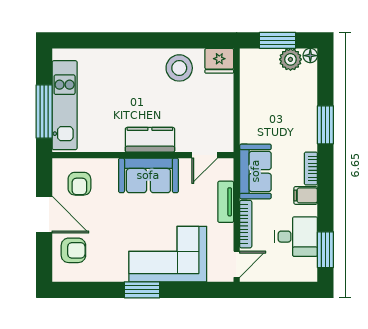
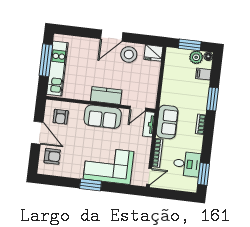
door: (147, 40) -> (112, 36), added
window: (44, 112) -> (46, 60), moved
filing cabinet: (306, 195) -> (203, 74), moved
tv unit: (226, 202) -> (149, 124), moved

